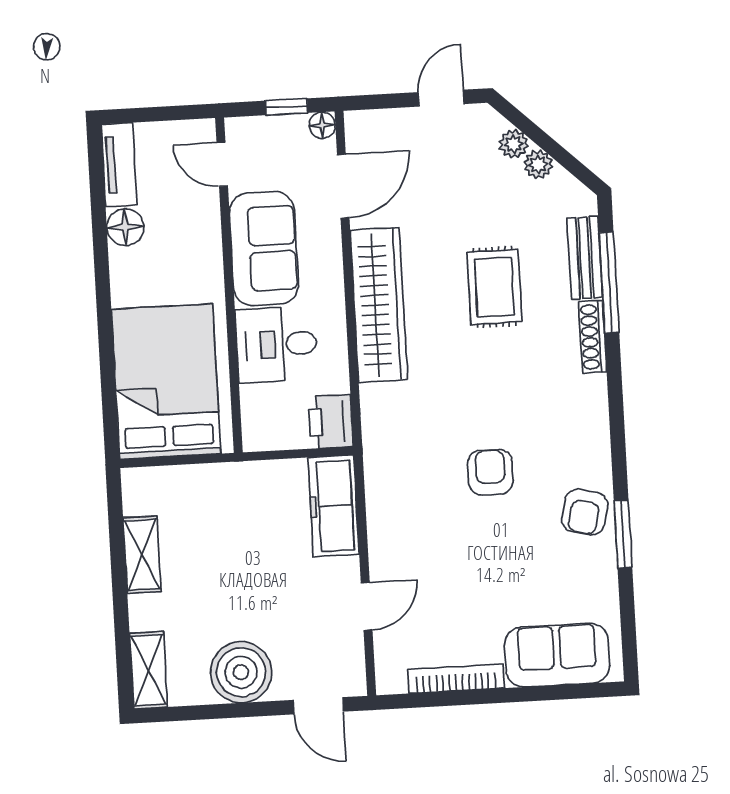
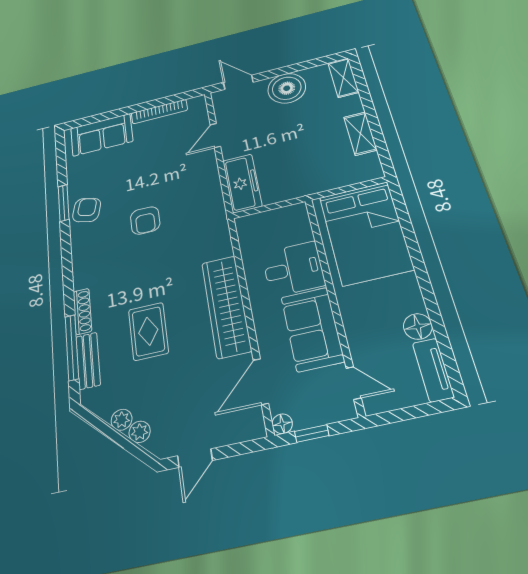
printer: (330, 421) -> (250, 230), removed

